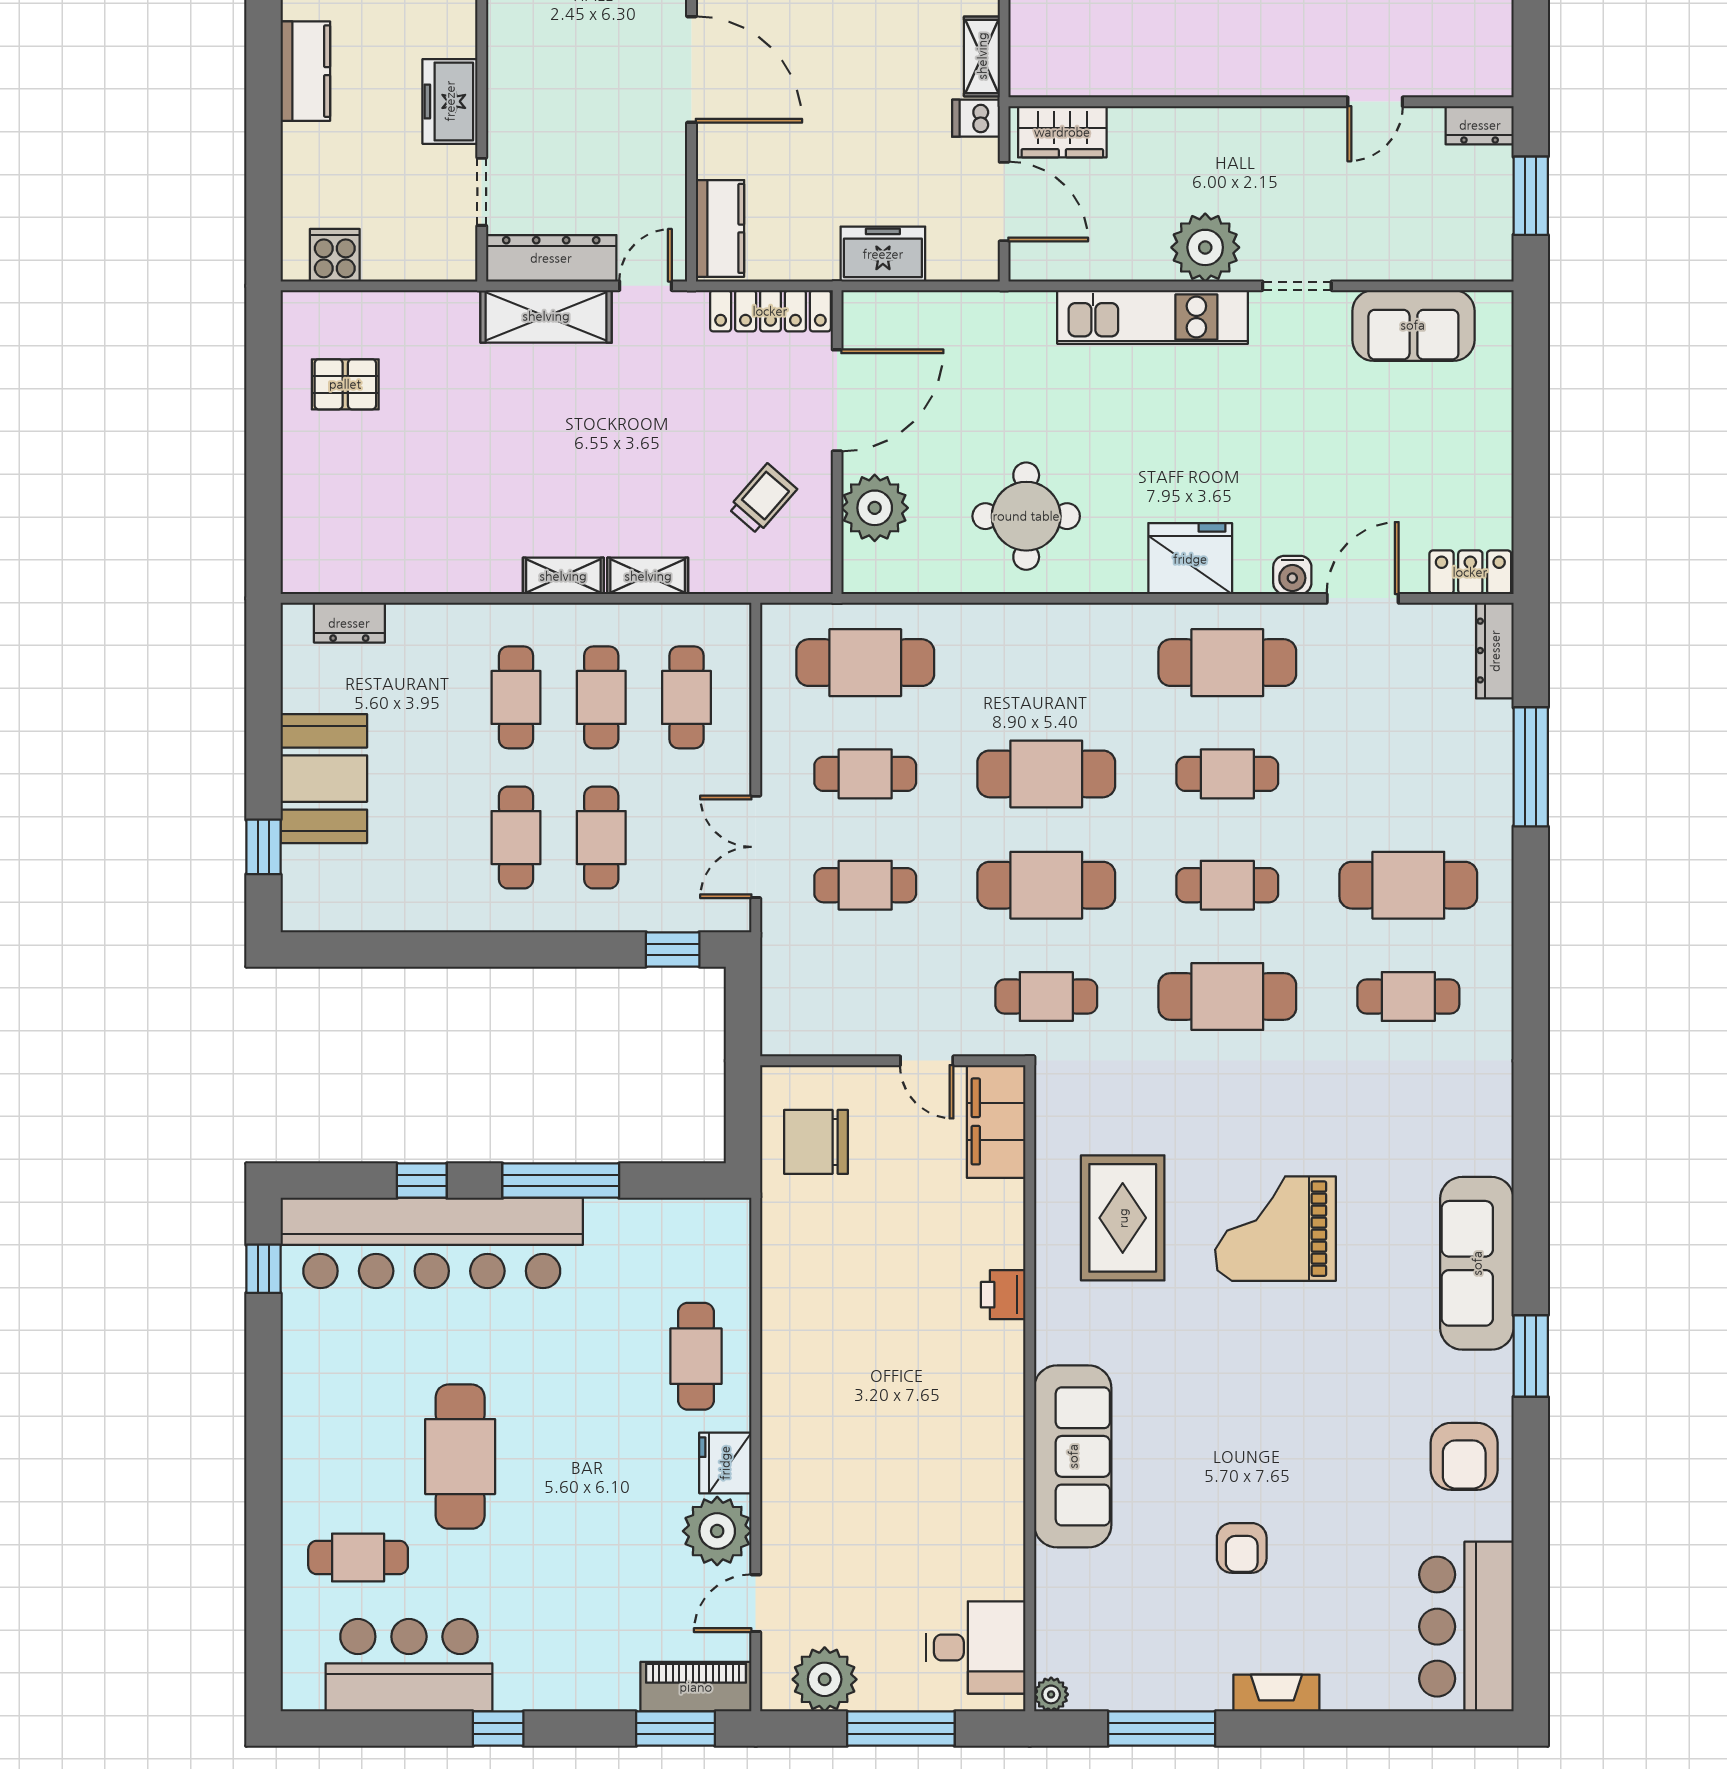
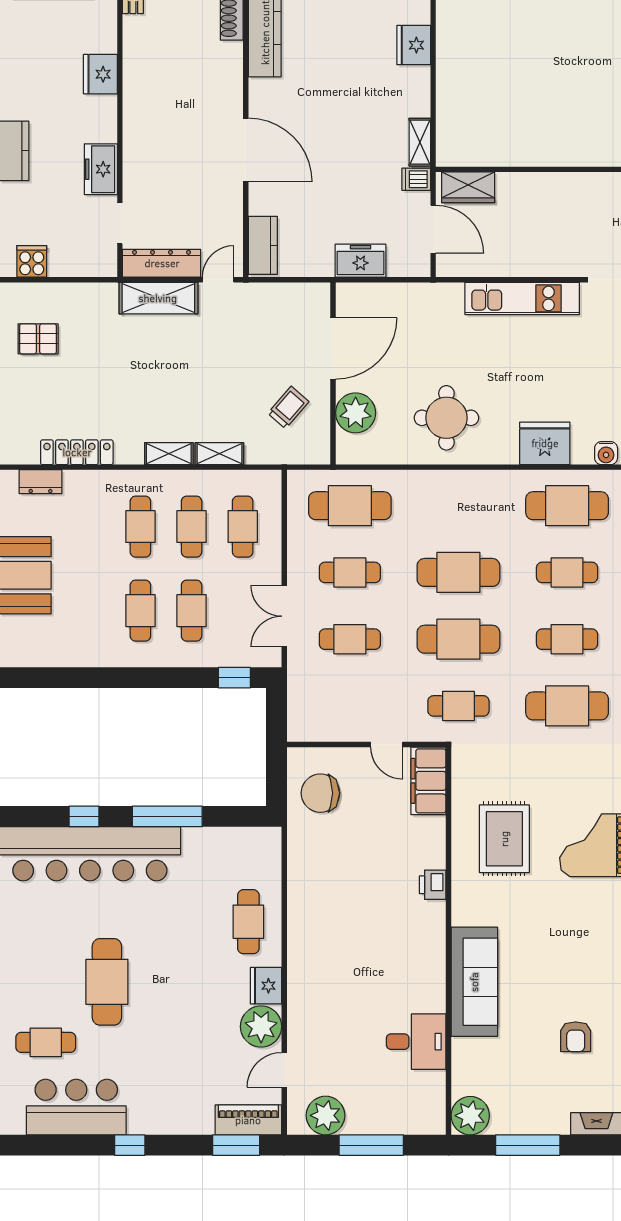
plant: (1205, 247) -> (554, 257), removed
locker: (770, 311) -> (77, 452), moved, turned 180
desk: (976, 1647) -> (416, 1042), moved
plant: (1051, 1694) -> (470, 1116), width x1.88, depth x1.88

